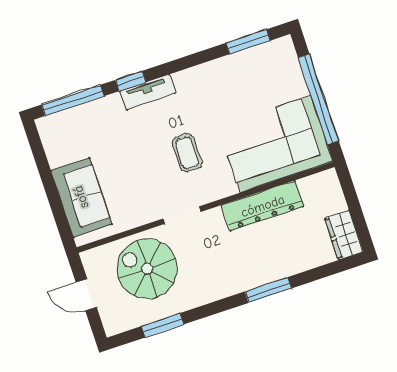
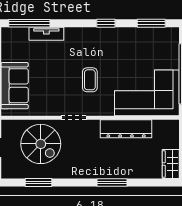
window: (131, 81) -> (106, 23), moved
tv unit: (148, 92) -> (46, 34), moved
spiral stairs: (147, 269) -> (41, 144), turned 180

